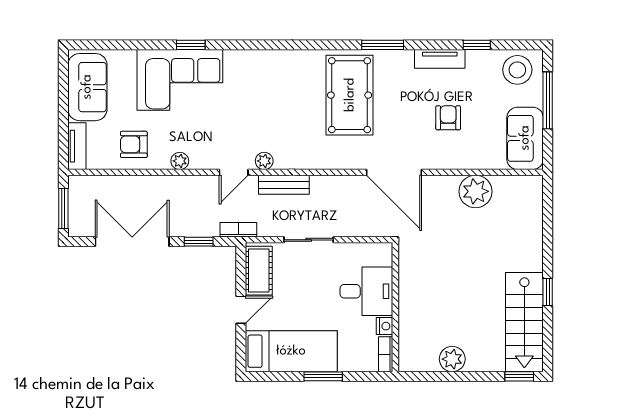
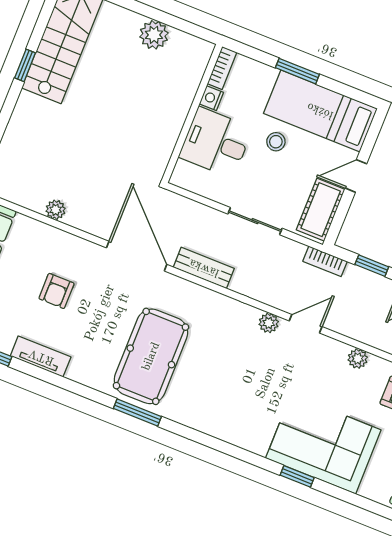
window: (383, 45) -> (137, 412), moved
bench: (284, 185) -> (204, 268), moved
plant: (475, 191) -> (56, 210), width x0.53, depth x0.53
stool: (318, 312) -> (276, 142), added

